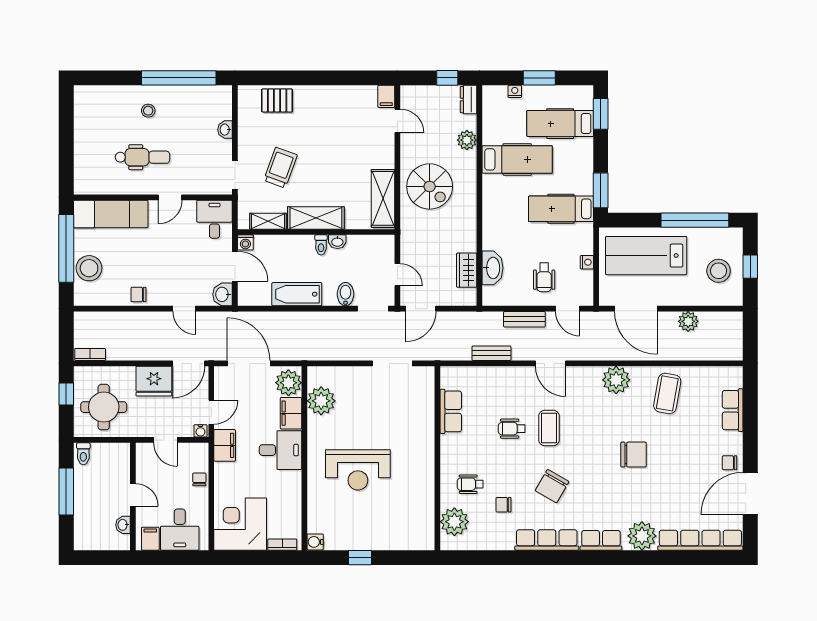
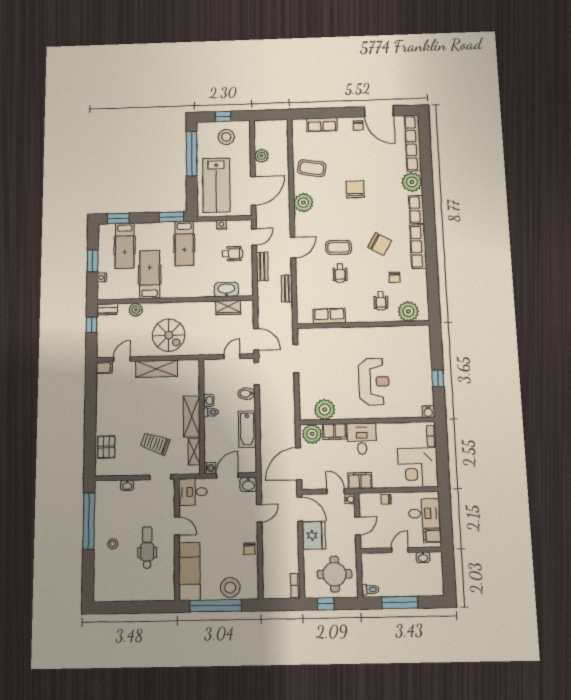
spiral stairs: (430, 186) -> (169, 335), turned 90
shelving: (383, 198) -> (156, 369), moved

